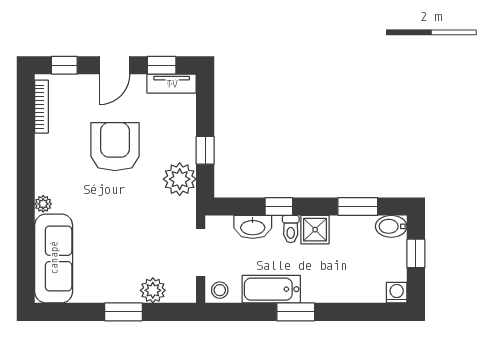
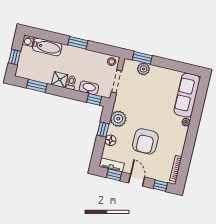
door: (115, 65) -> (137, 180), hinge flipped
floor lamp: (185, 132) -> (110, 140), added
window: (279, 207) -> (94, 99), moved
bidet: (391, 226) -> (23, 73), removed
bathtub: (271, 289) -> (47, 47), moved
window: (123, 312) -> (142, 58), moved

